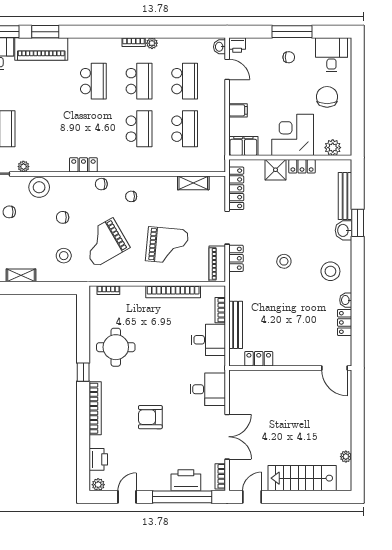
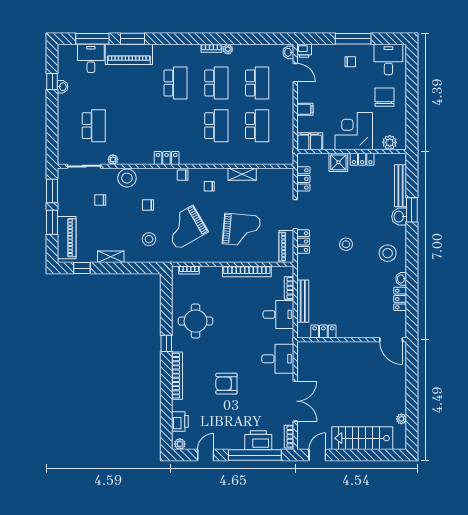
shelving: (193, 183) -> (242, 174), moved
locker: (236, 188) -> (303, 179), width x0.66

